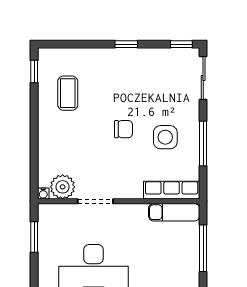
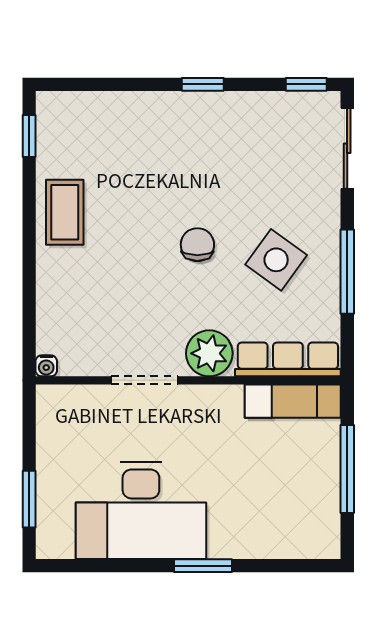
coffee table: (68, 93) -> (65, 212), moved
chair: (123, 129) -> (197, 245), turned -90
side table: (165, 137) -> (276, 260), turned 36
plant: (63, 187) -> (209, 353), moved
window: (34, 237) -> (29, 499), moved

